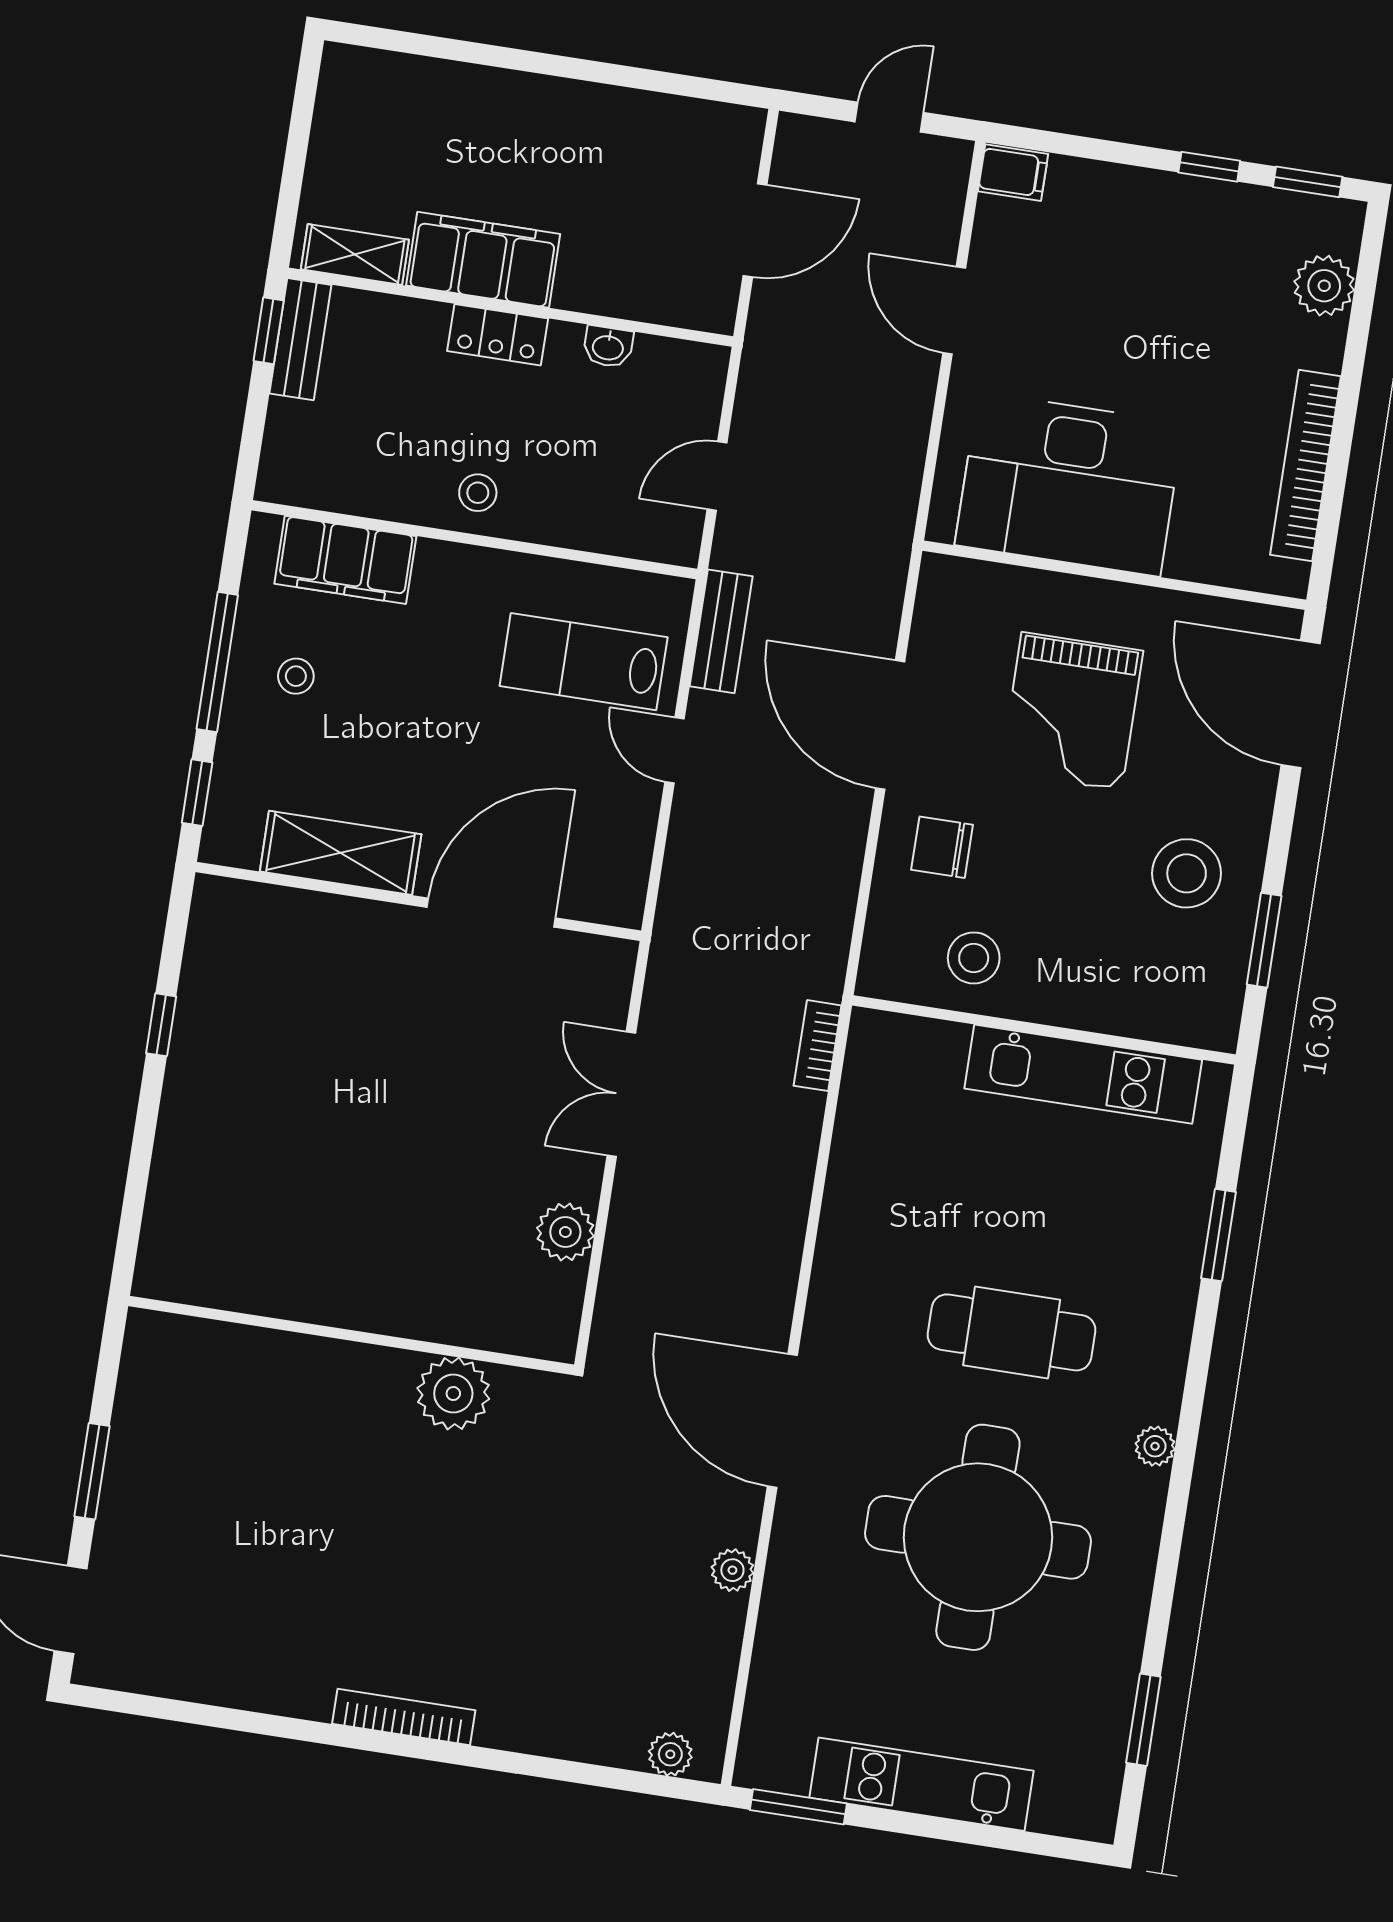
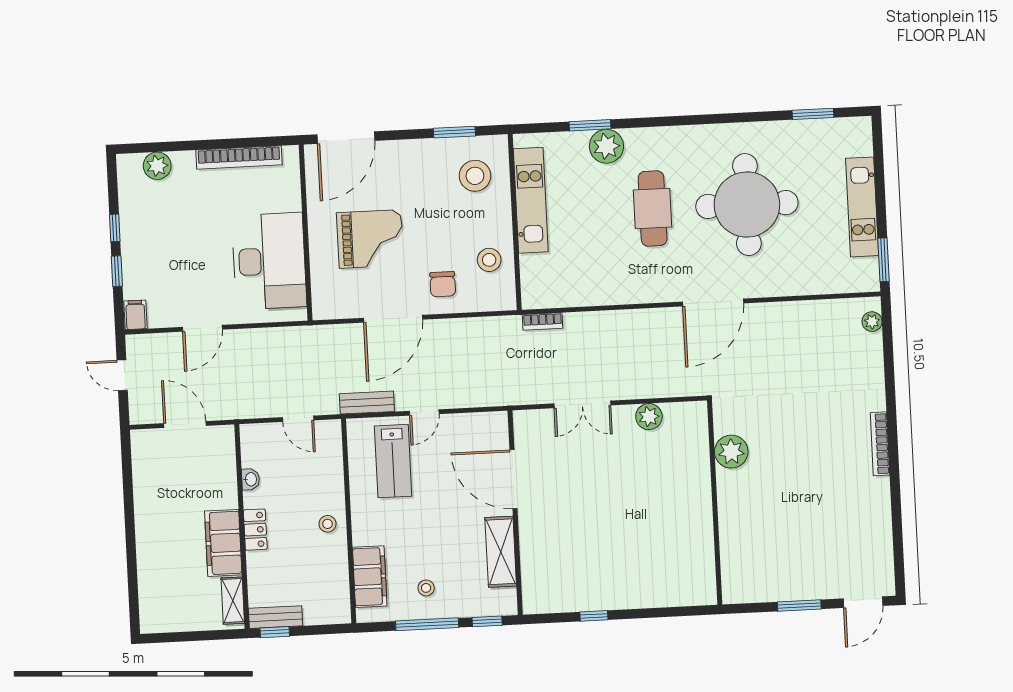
window: (1308, 182) -> (117, 271), moved
stool: (1187, 873) -> (475, 176), moved
plant: (1155, 1446) -> (606, 146), moved, width x1.87, depth x1.87
plant: (732, 1570) -> (784, 311), removed

